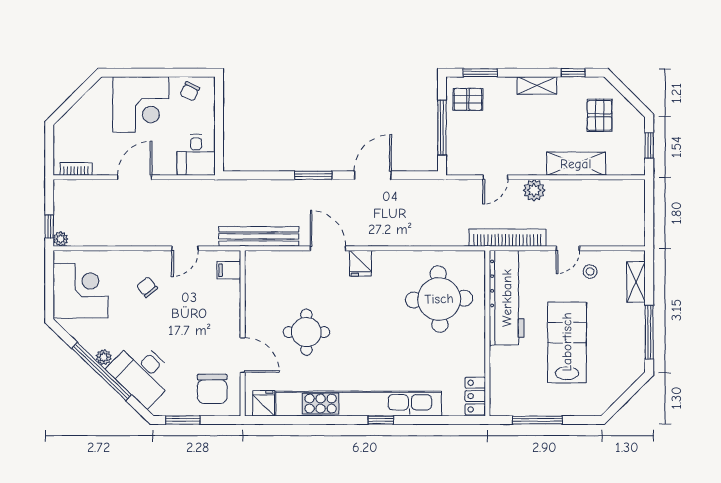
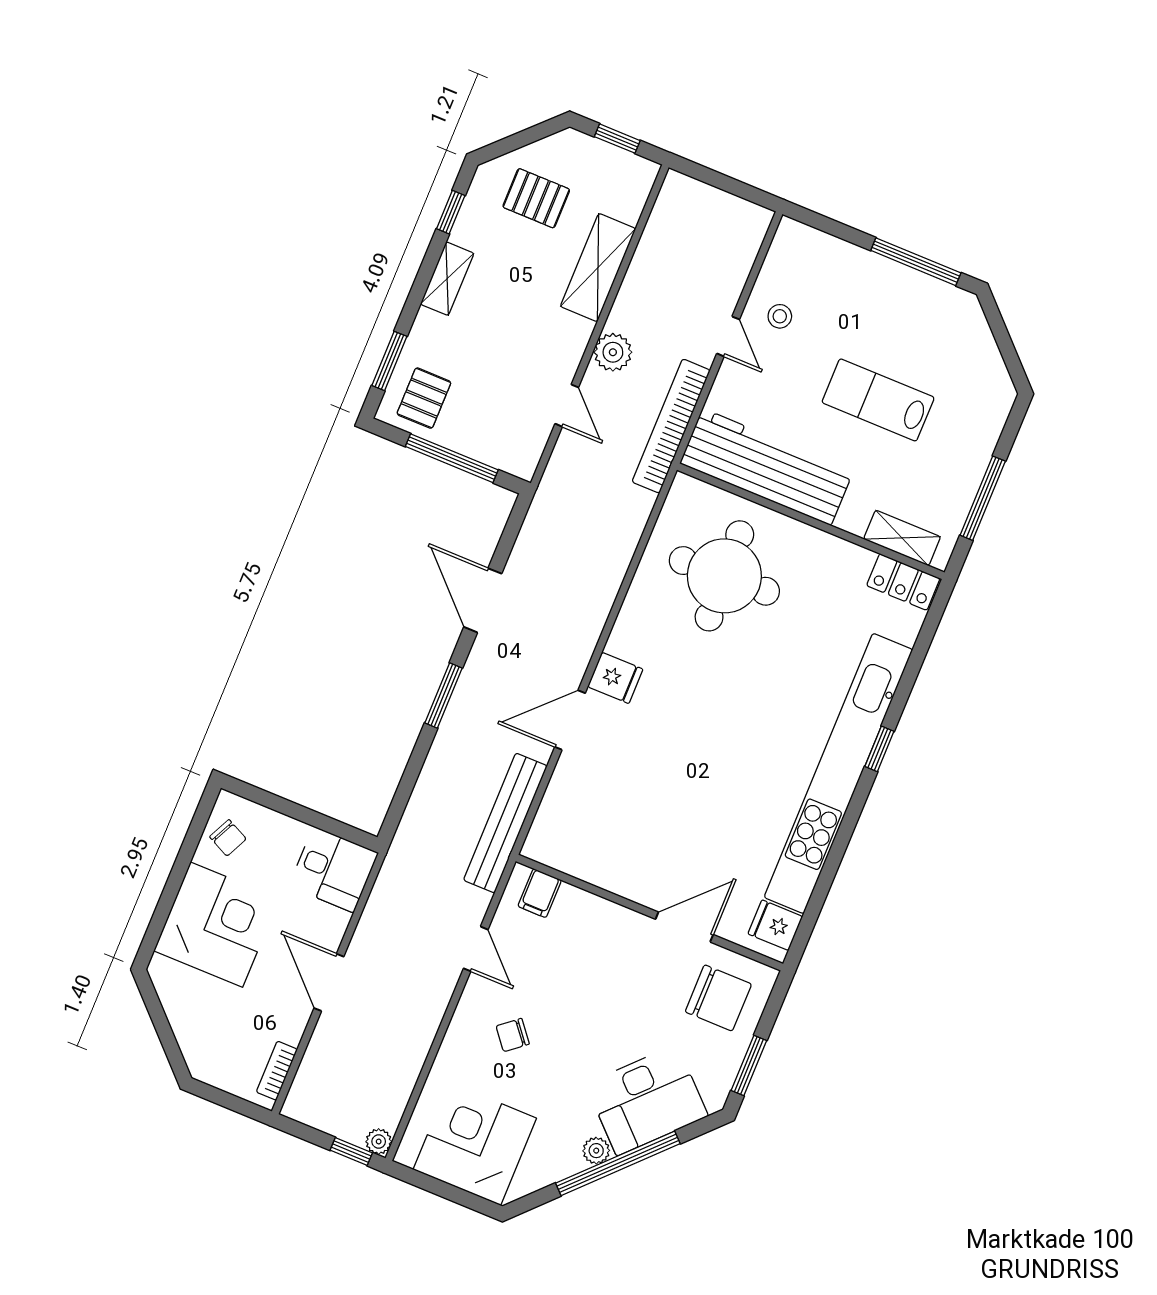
shelving: (636, 282) -> (902, 538), moved
round table: (306, 332) -> (690, 810), removed
lab bench: (567, 342) -> (878, 400), width x0.73, depth x0.72

